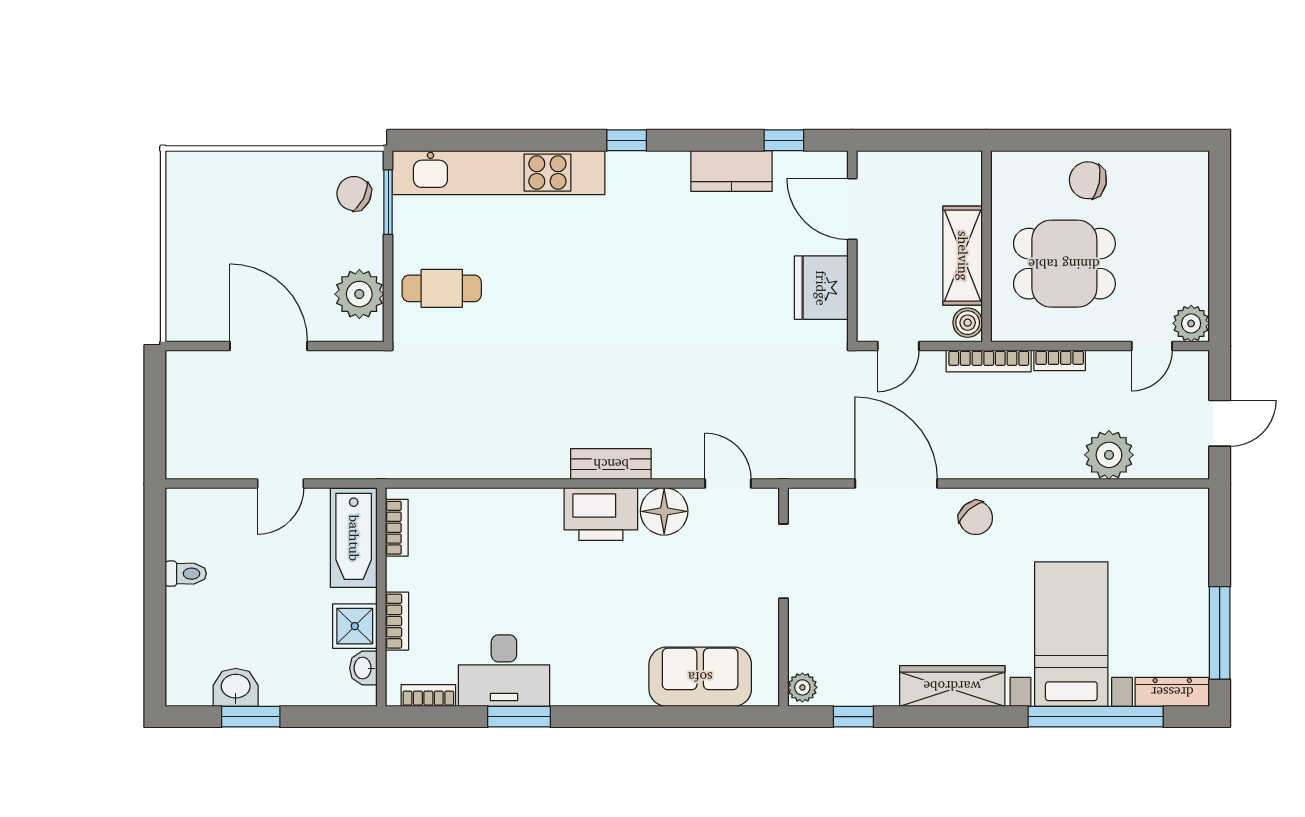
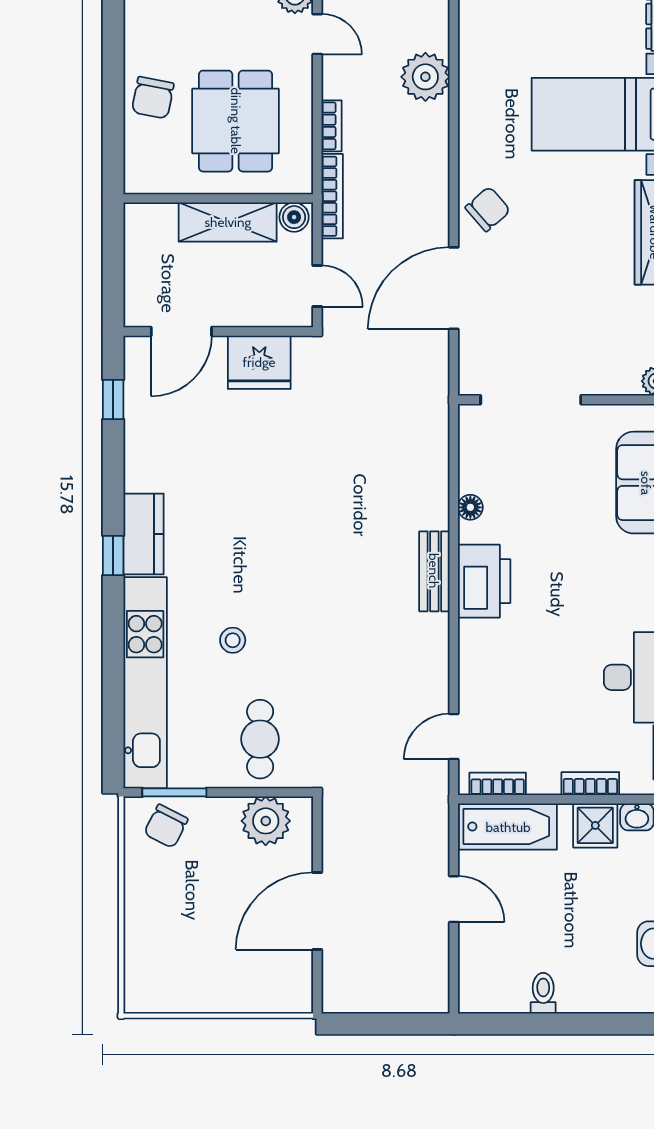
kitchen counter: (731, 171) -> (143, 534), moved
stool: (541, 261) -> (233, 640), added
door: (728, 483) -> (454, 737), moved
floor lamp: (664, 511) -> (470, 507), width x0.53, depth x0.53
doorway: (784, 561) -> (531, 400), width x1.36

